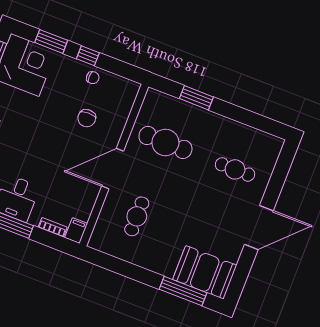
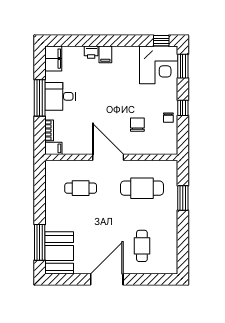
window: (51, 41) -> (183, 66), moved
chair: (87, 118) -> (137, 125), turned 90
cafe table: (165, 142) -> (142, 188), turned 90
door: (259, 227) -> (107, 279), swing flipped

